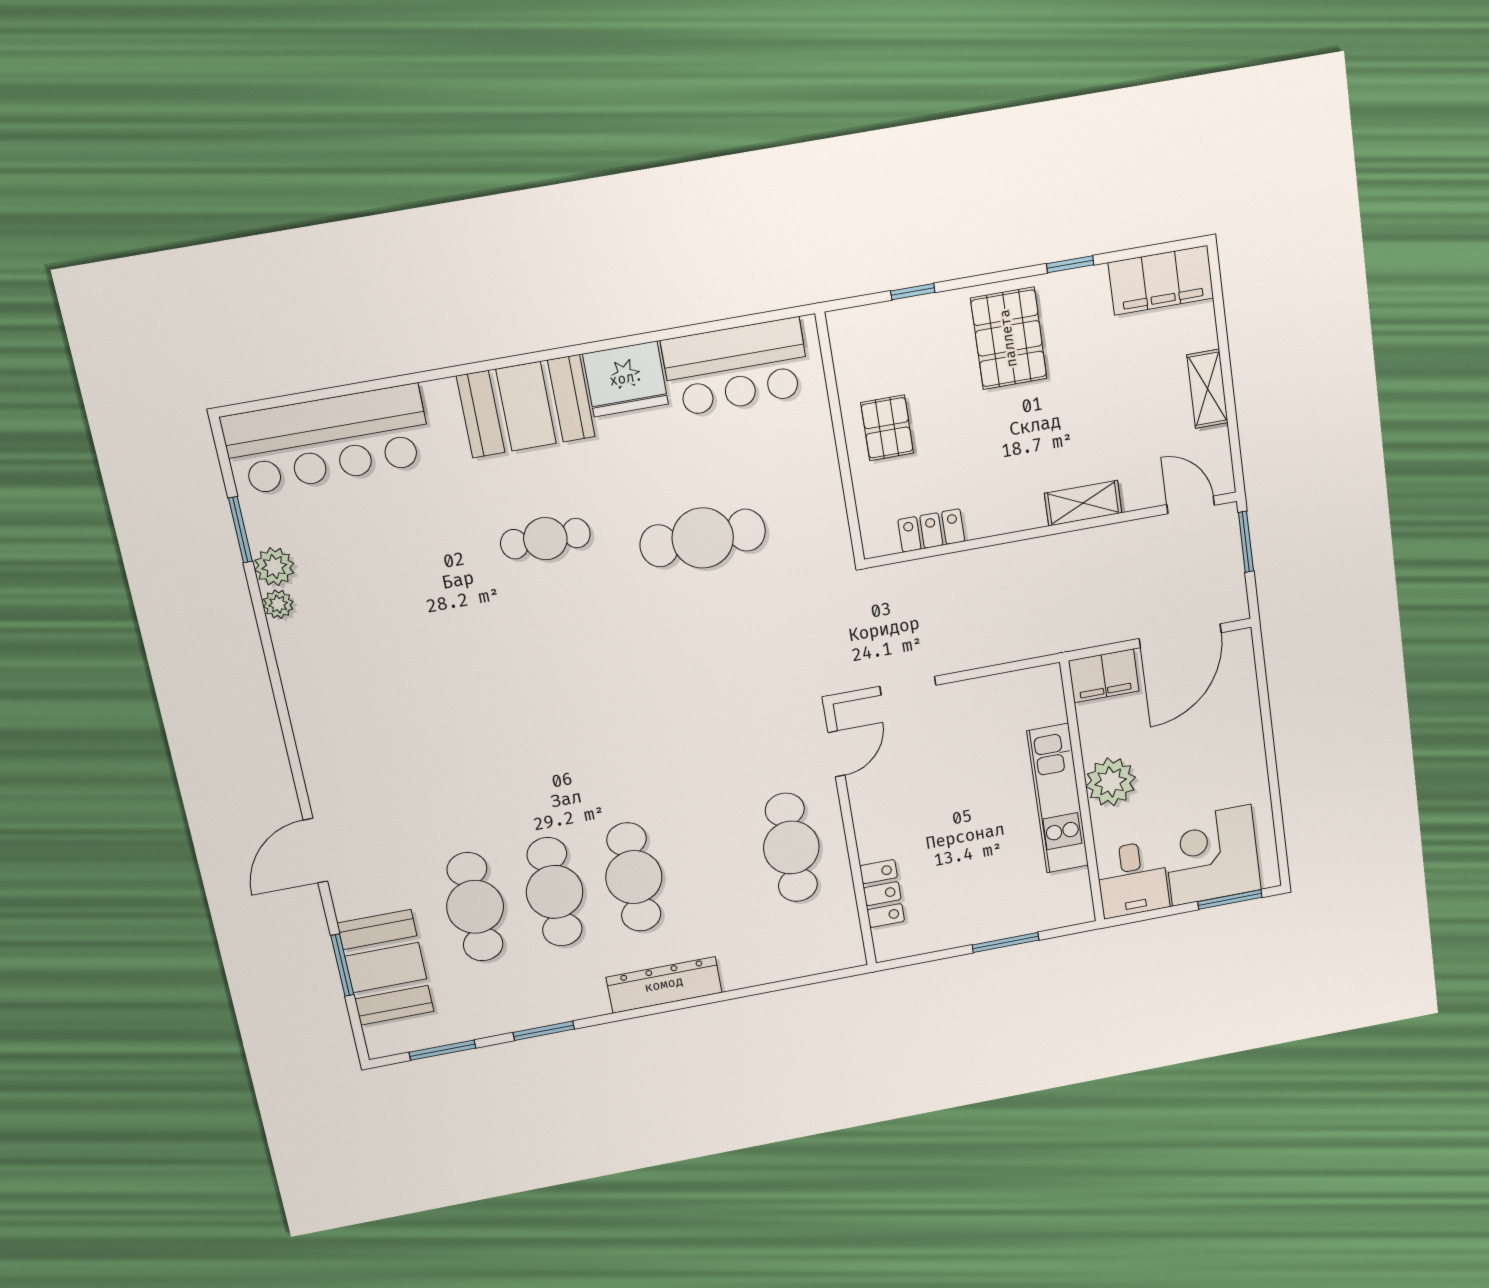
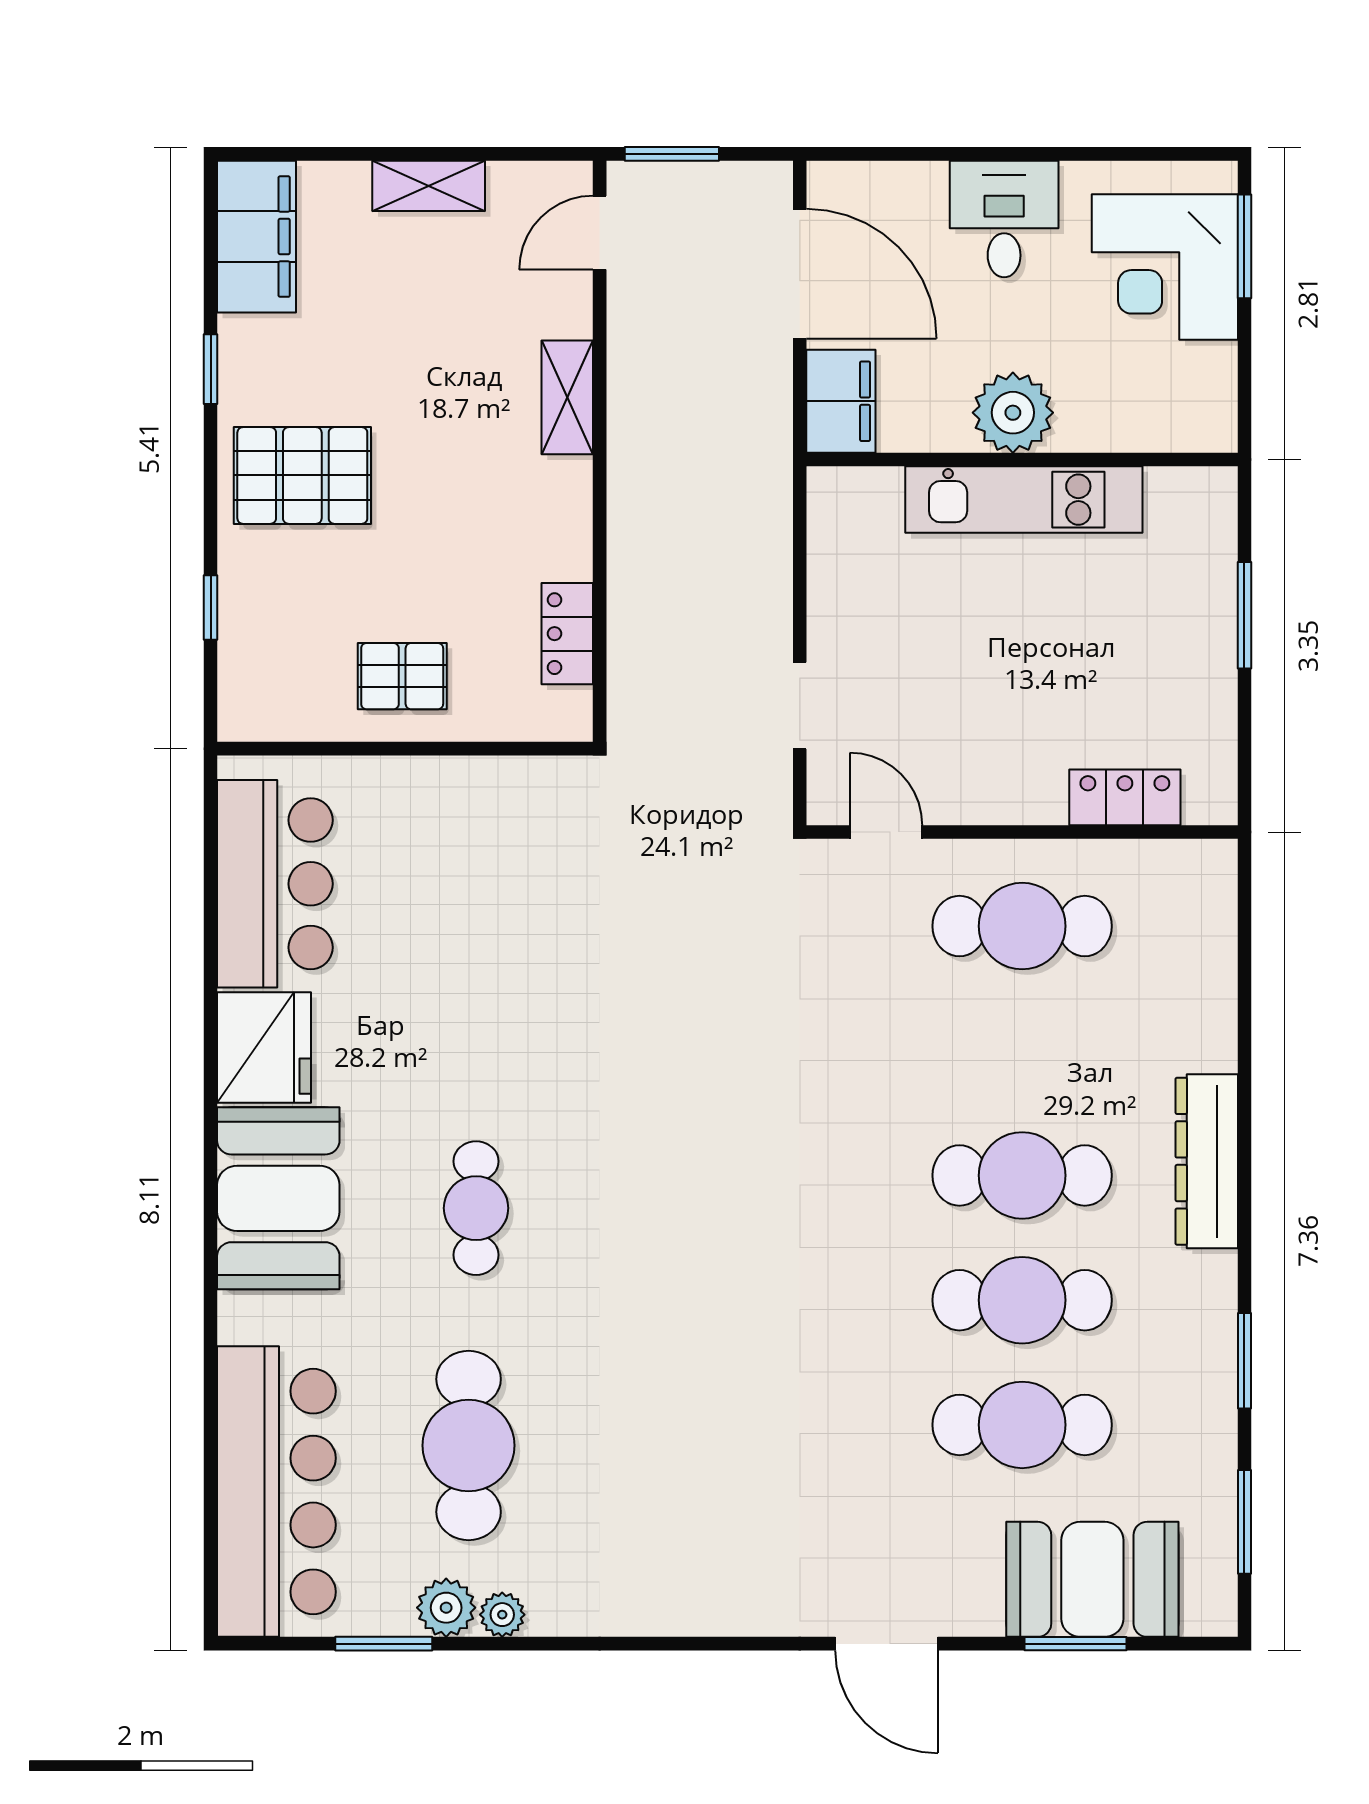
cafe table: (703, 538) -> (469, 1445), moved
desk: (1133, 879) -> (1004, 219), moved, turned -90

